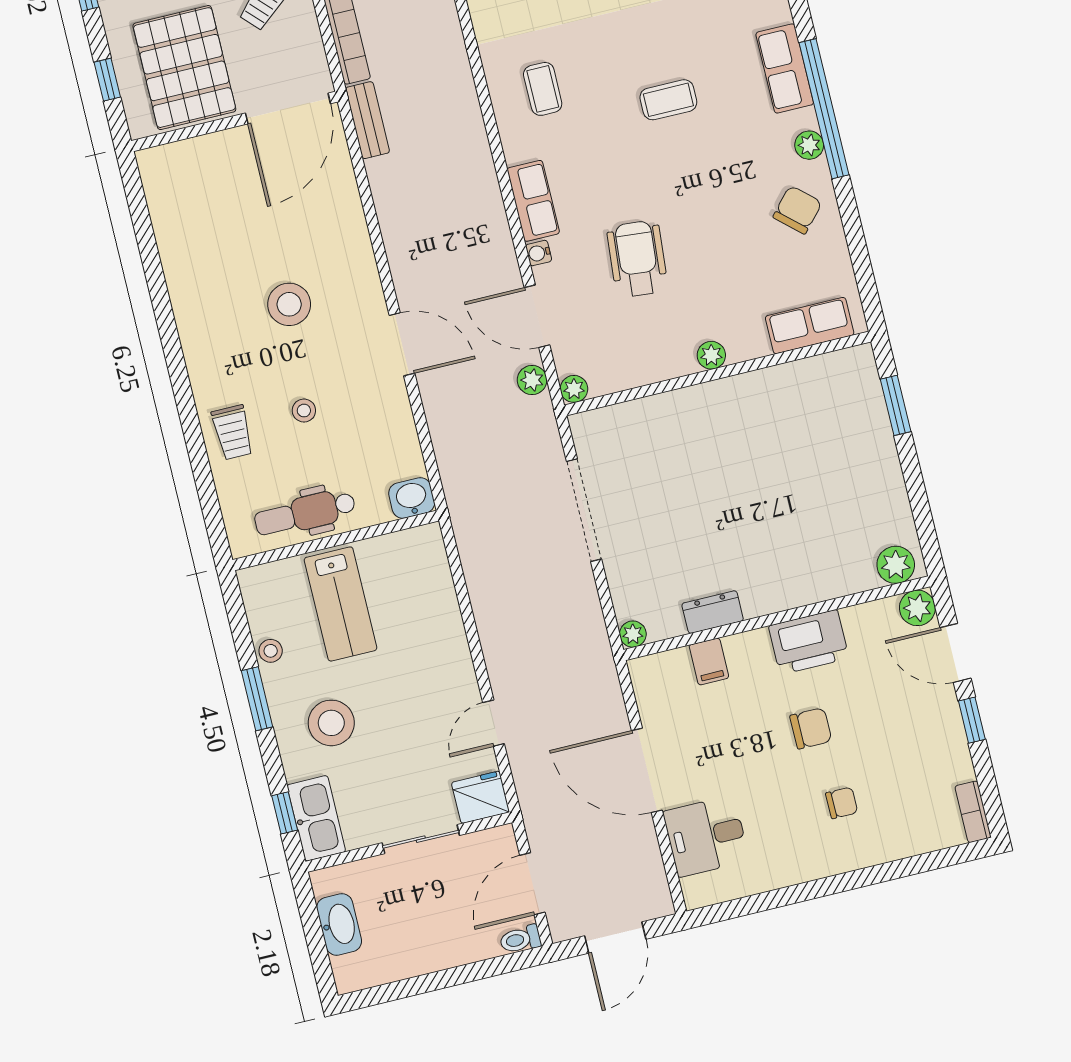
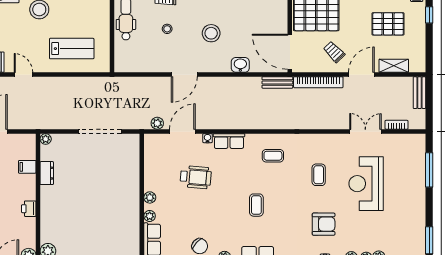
plant: (574, 389) -> (150, 216), moved
washbasin: (412, 498) -> (240, 65), moved, turned -90
lab bench: (341, 604) -> (72, 49), moved, turned 180
printer: (809, 642) -> (29, 209), width x0.53, depth x0.68

